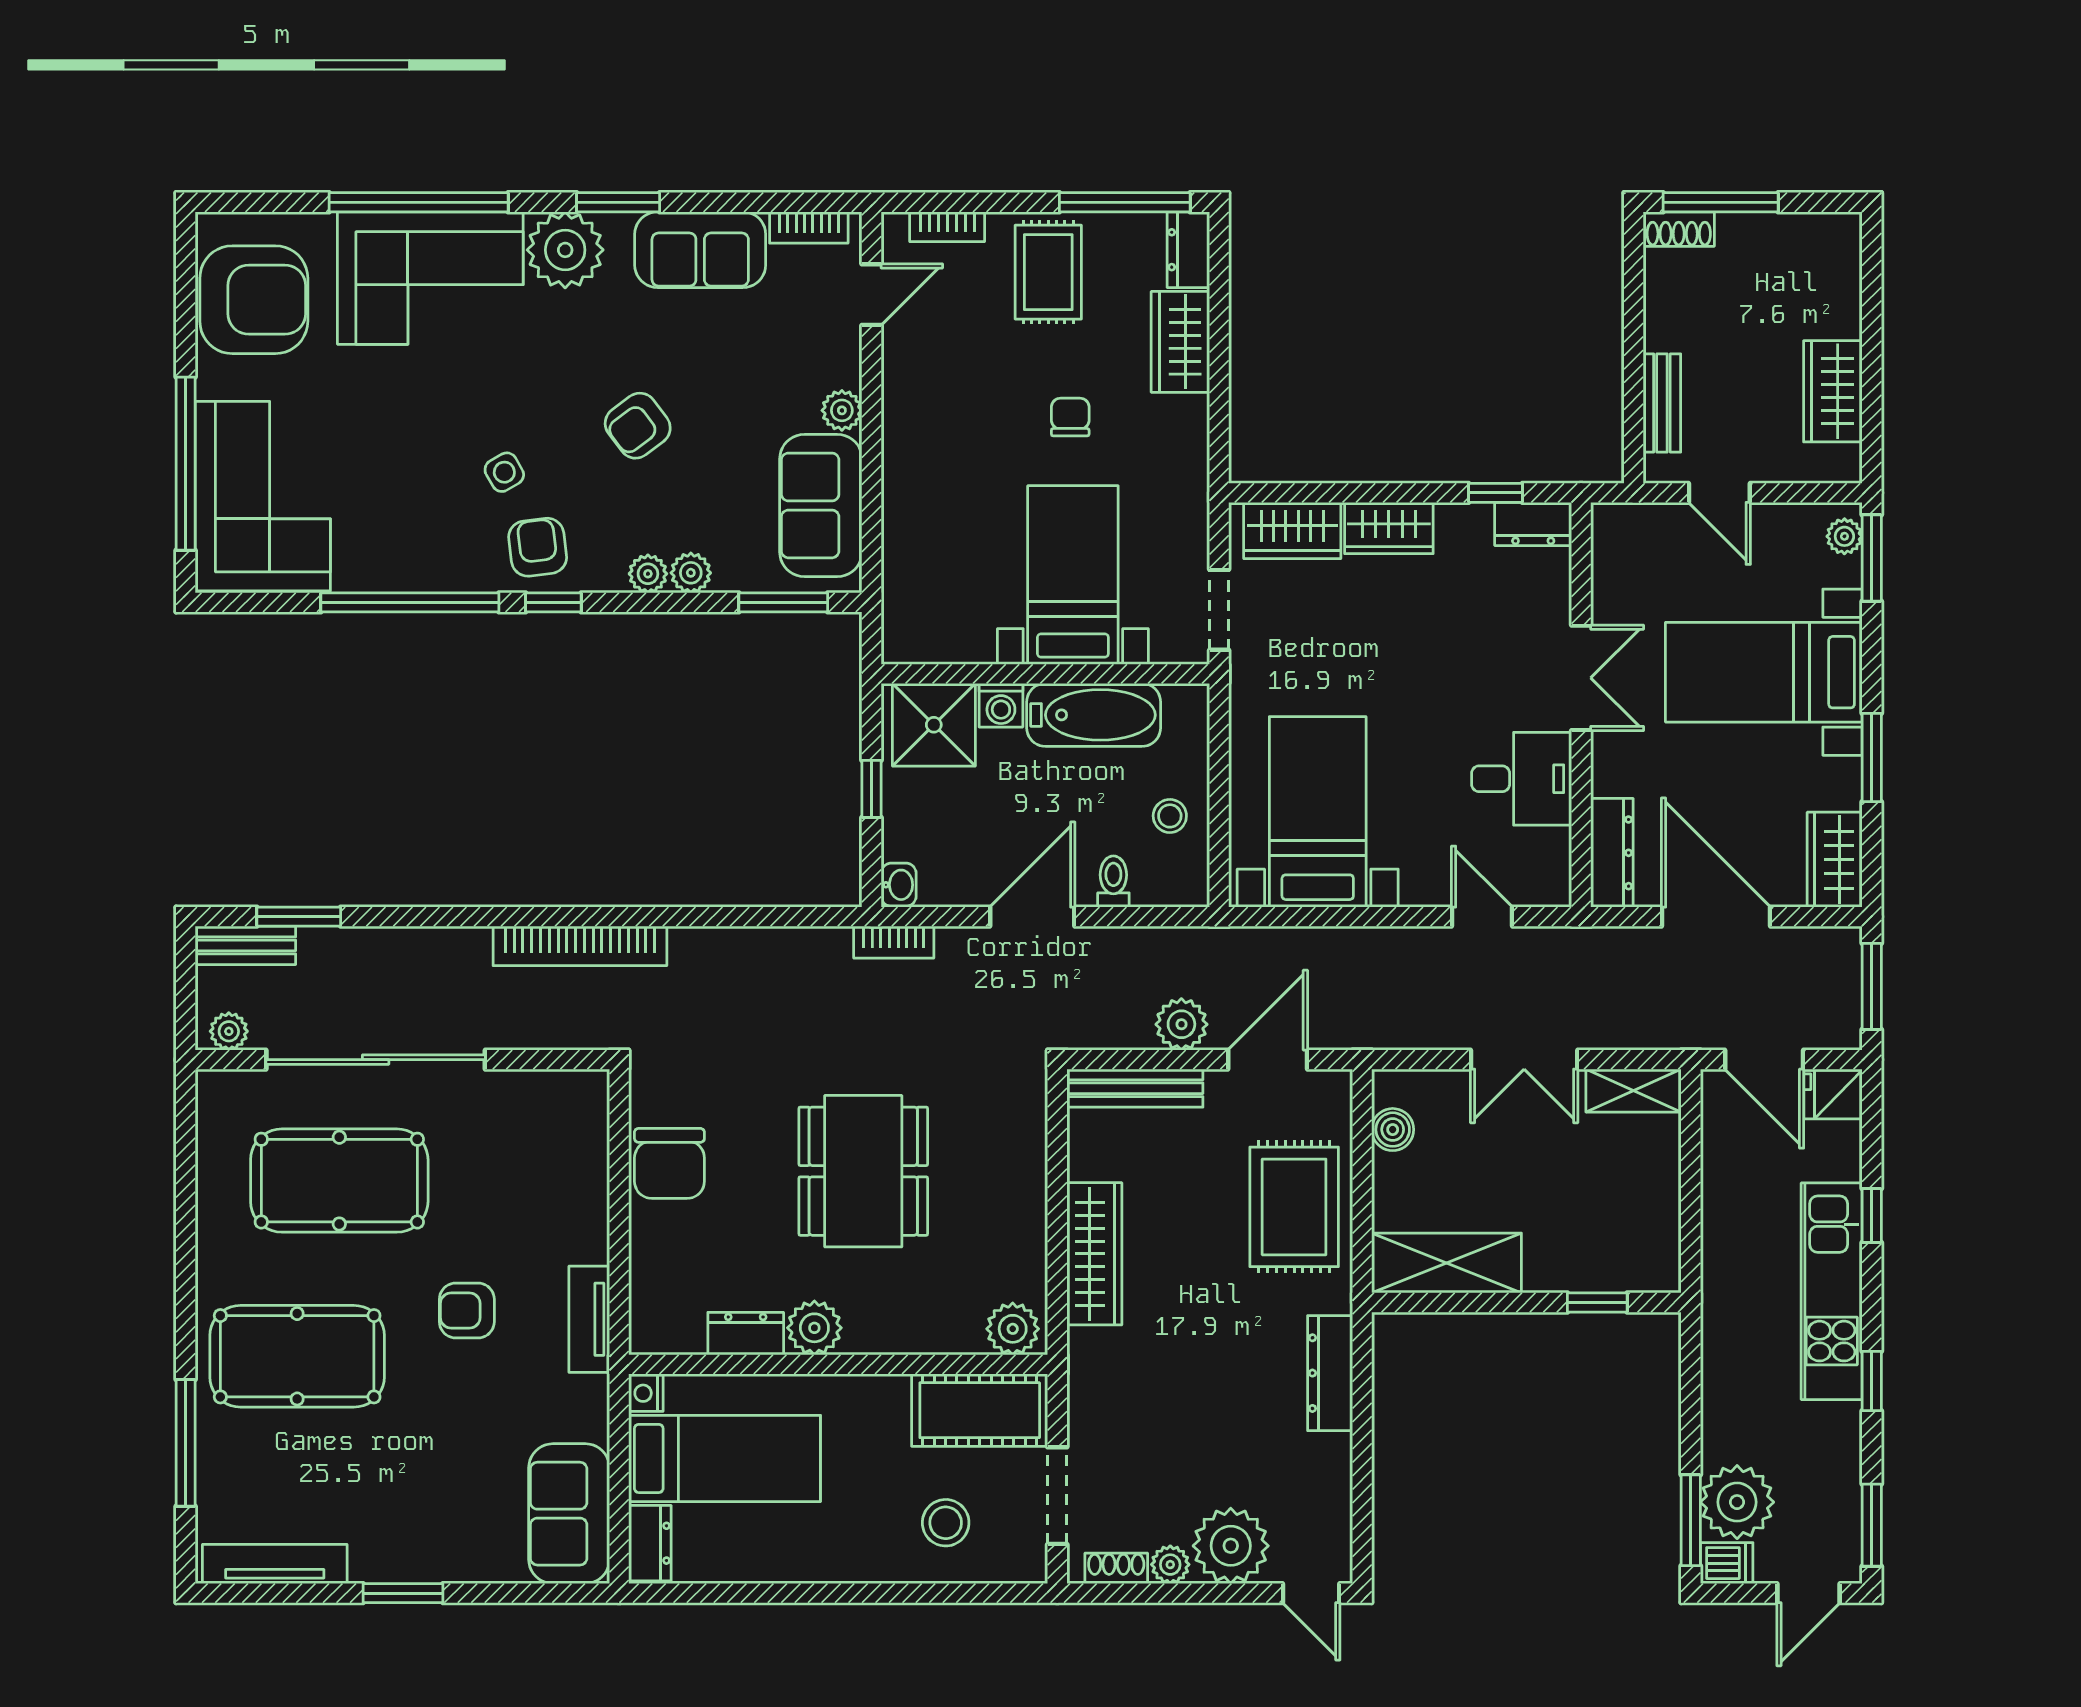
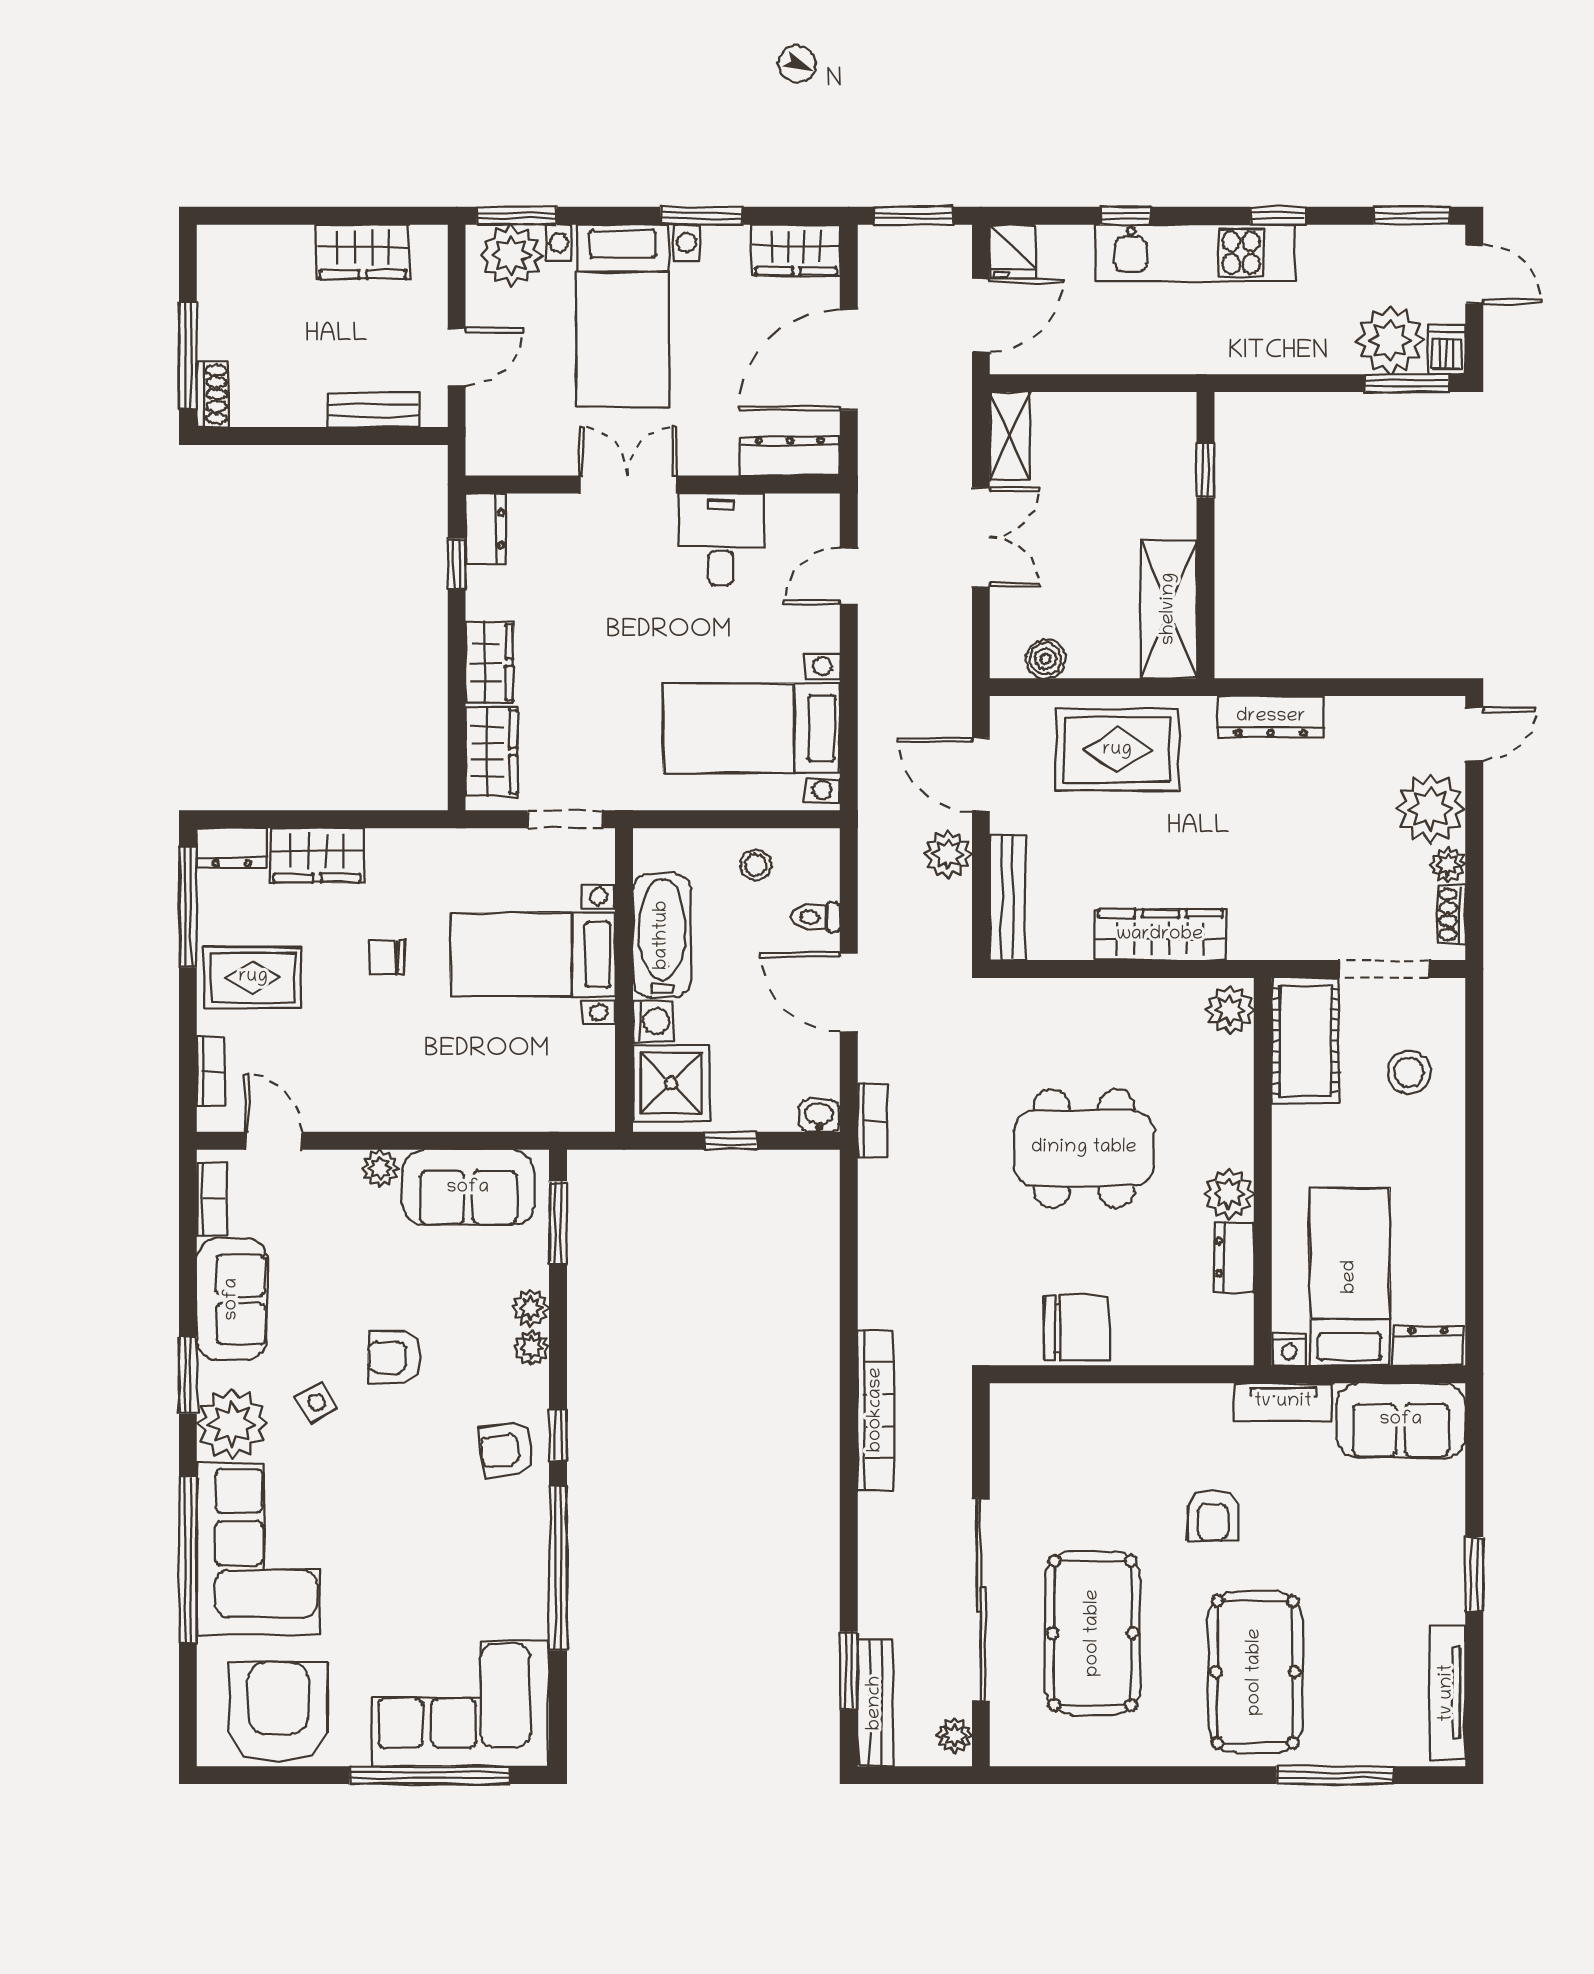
armchair: (638, 426) -> (395, 1357), turned 127
side table: (504, 472) -> (316, 1403), moved
plant: (1844, 536) -> (511, 255), width x1.88, depth x1.88
bench: (245, 945) -> (875, 1703), width x1.36
tv unit: (589, 1319) -> (1283, 1402), moved

